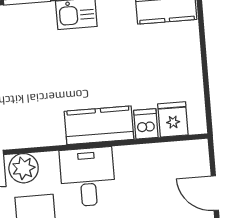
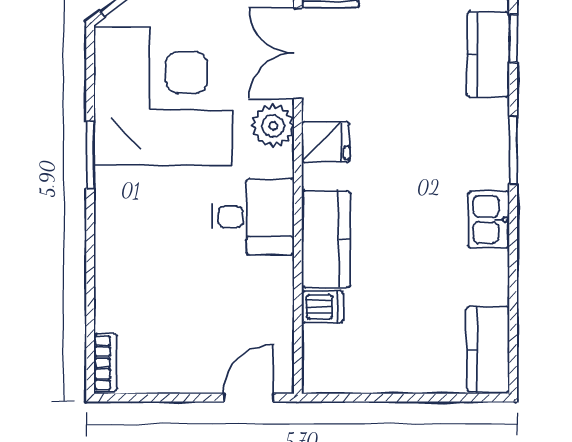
fridge: (173, 119) -> (326, 142), moved
door: (215, 193) -> (249, 398), moved

